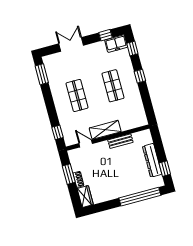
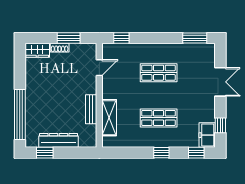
shelving: (105, 130) -> (109, 118), moved

